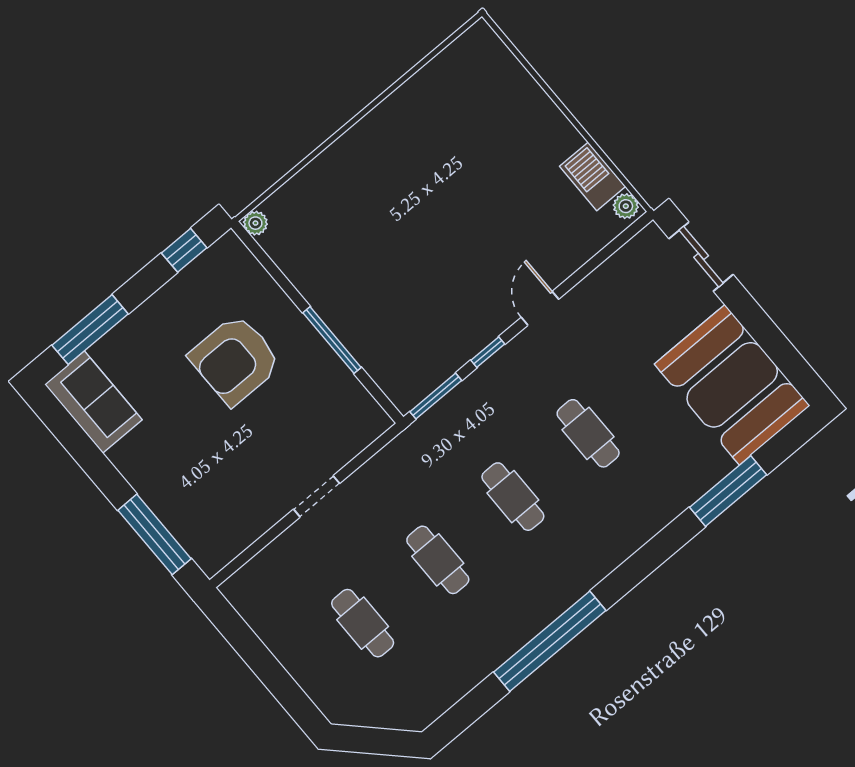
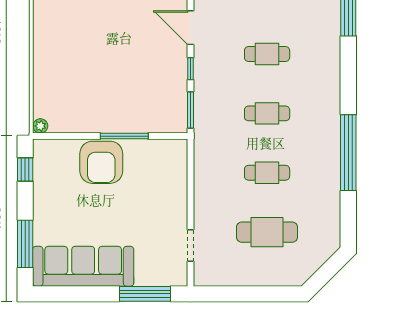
door: (540, 308) -> (191, 28), width x1.38
armchair: (235, 360) -> (101, 162), moved
sofa: (93, 402) -> (83, 266), width x1.85, depth x1.27
doorway: (317, 496) -> (191, 245), moved
cafe table: (363, 623) -> (267, 232), width x1.37, depth x1.35

